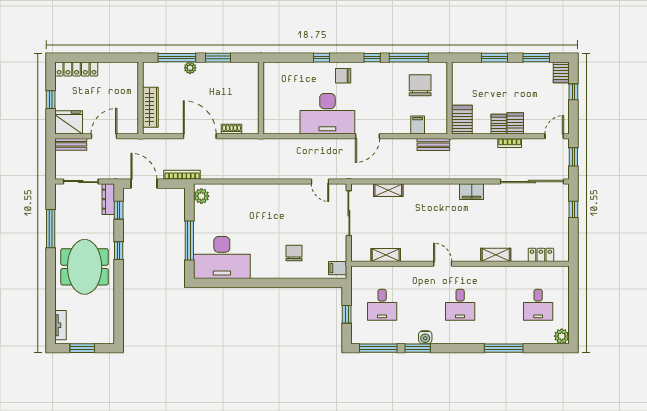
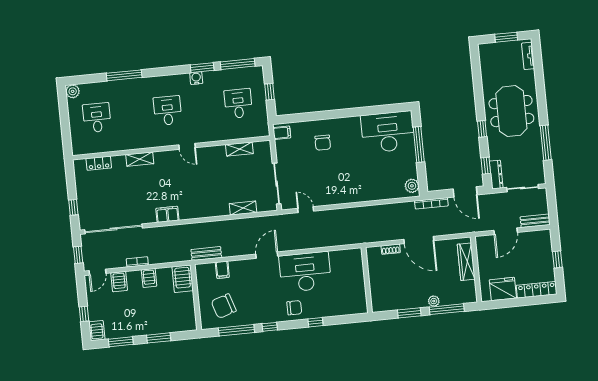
chair: (420, 85) -> (224, 306), turned 72
fridge: (69, 122) -> (503, 289), moved, turned 180
server rack: (515, 123) -> (119, 282), moved

